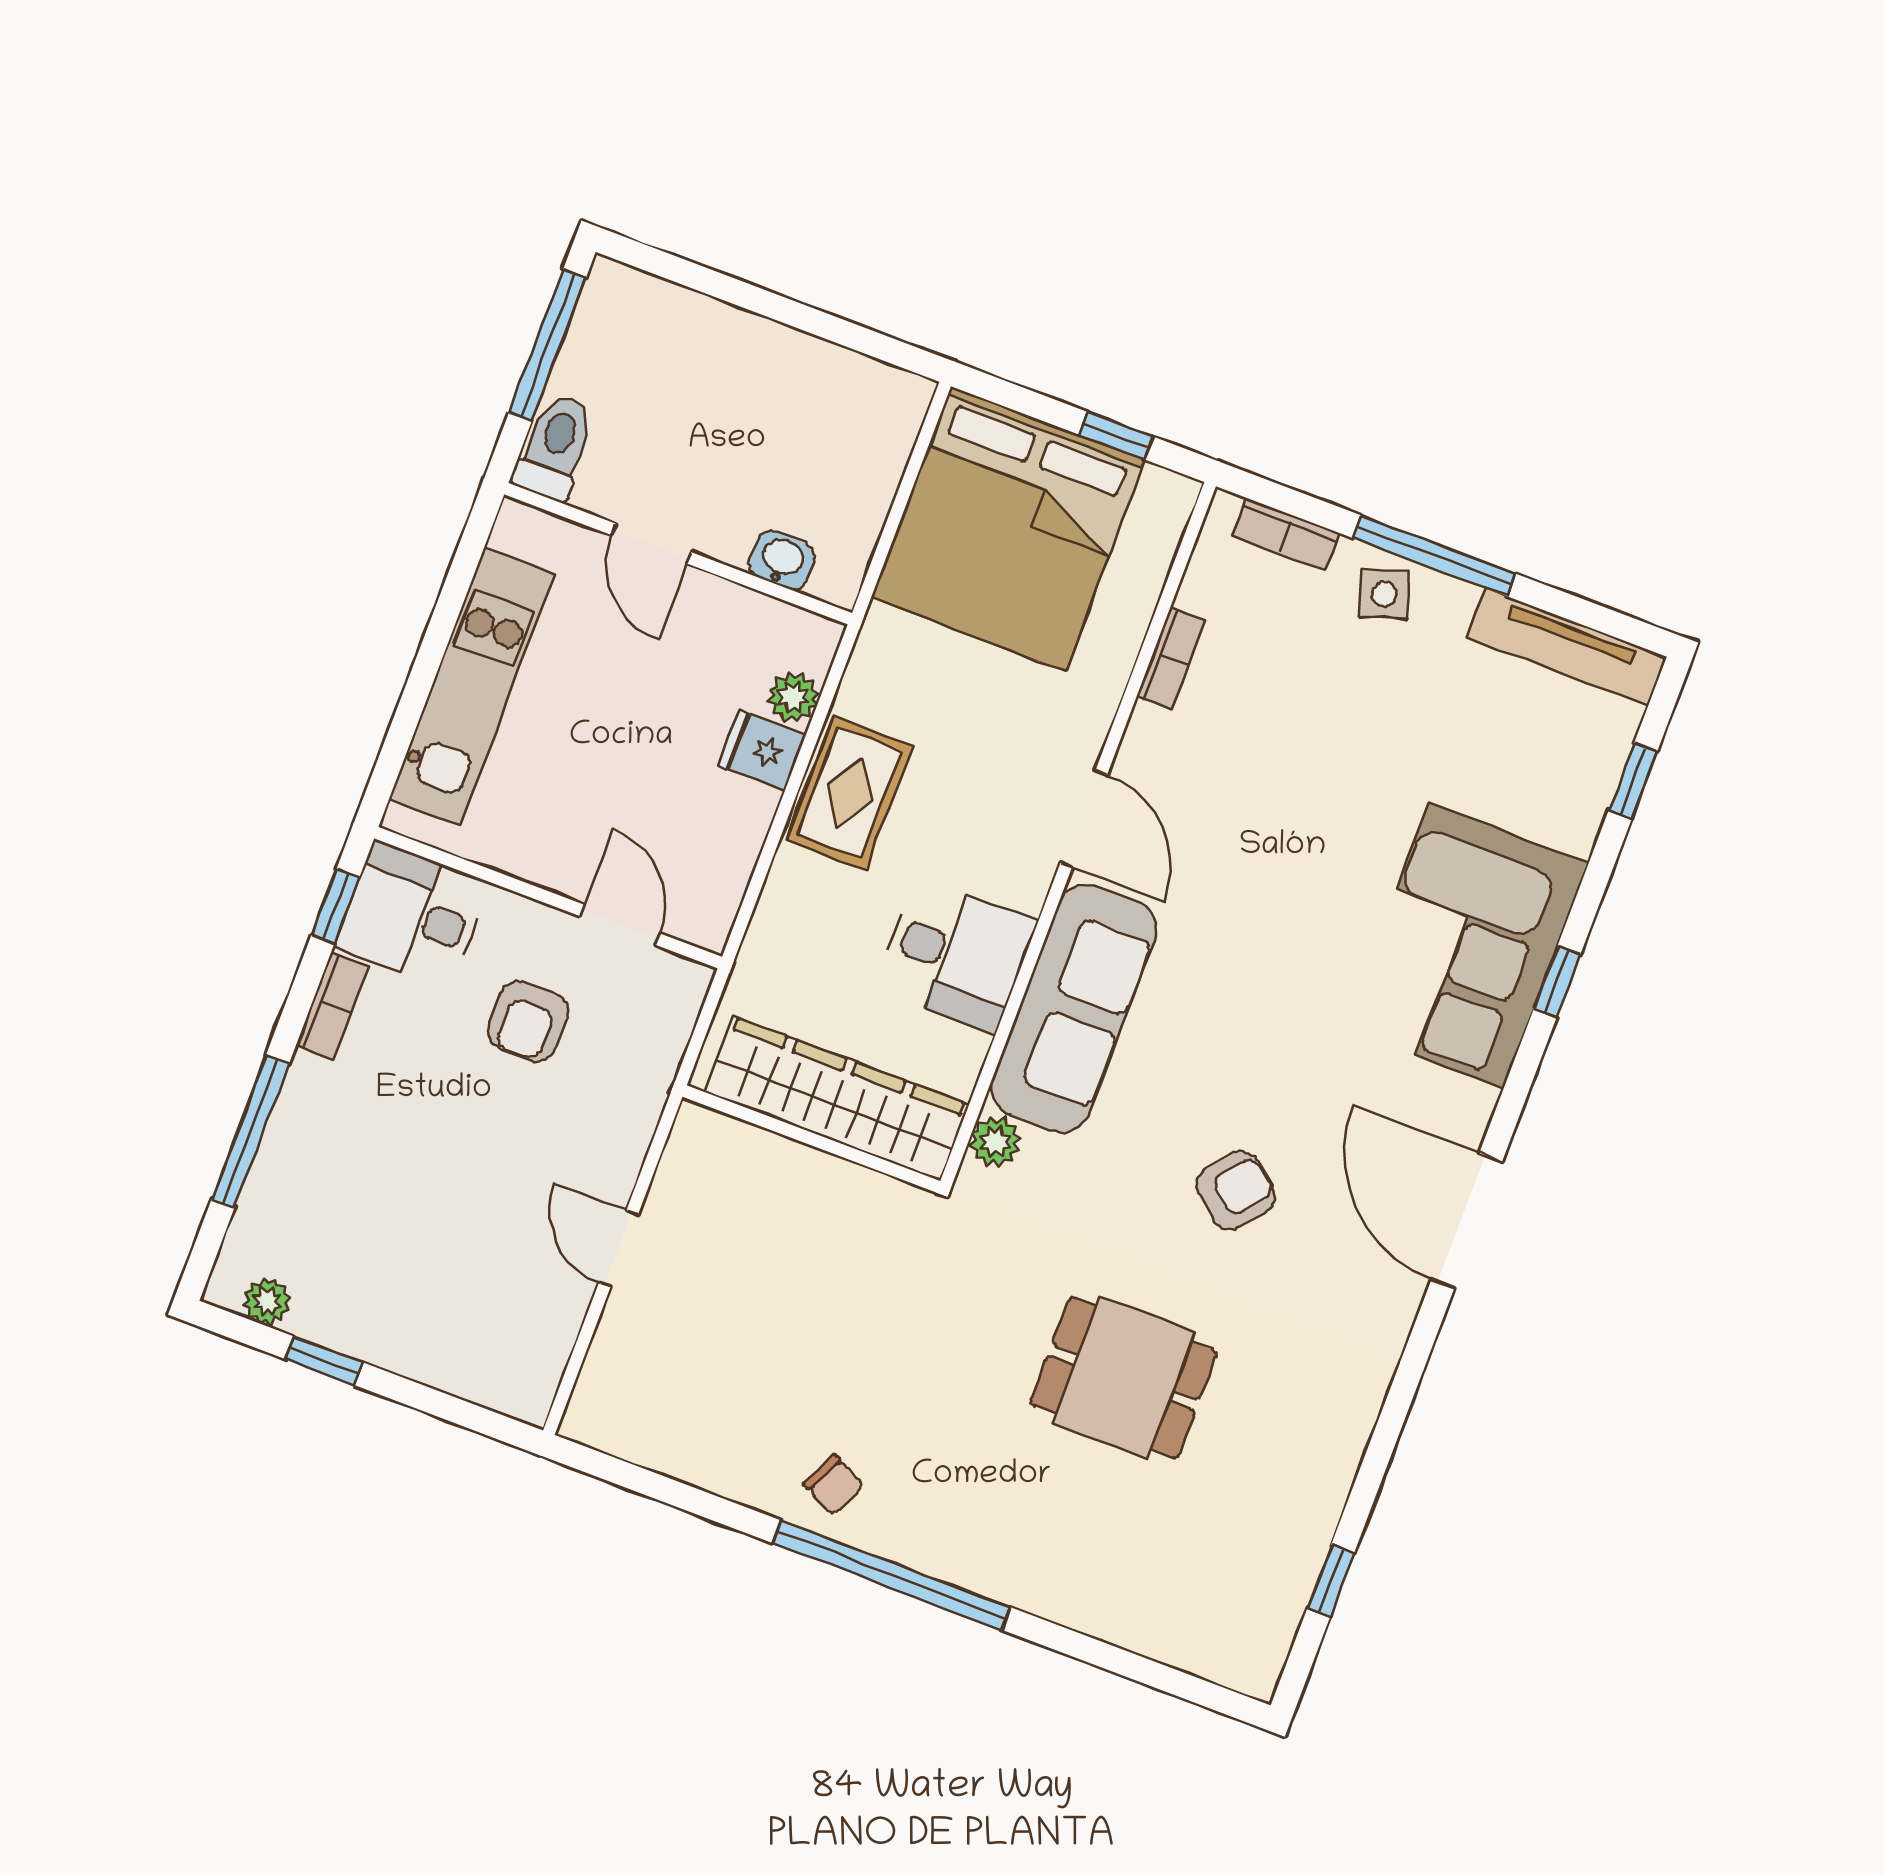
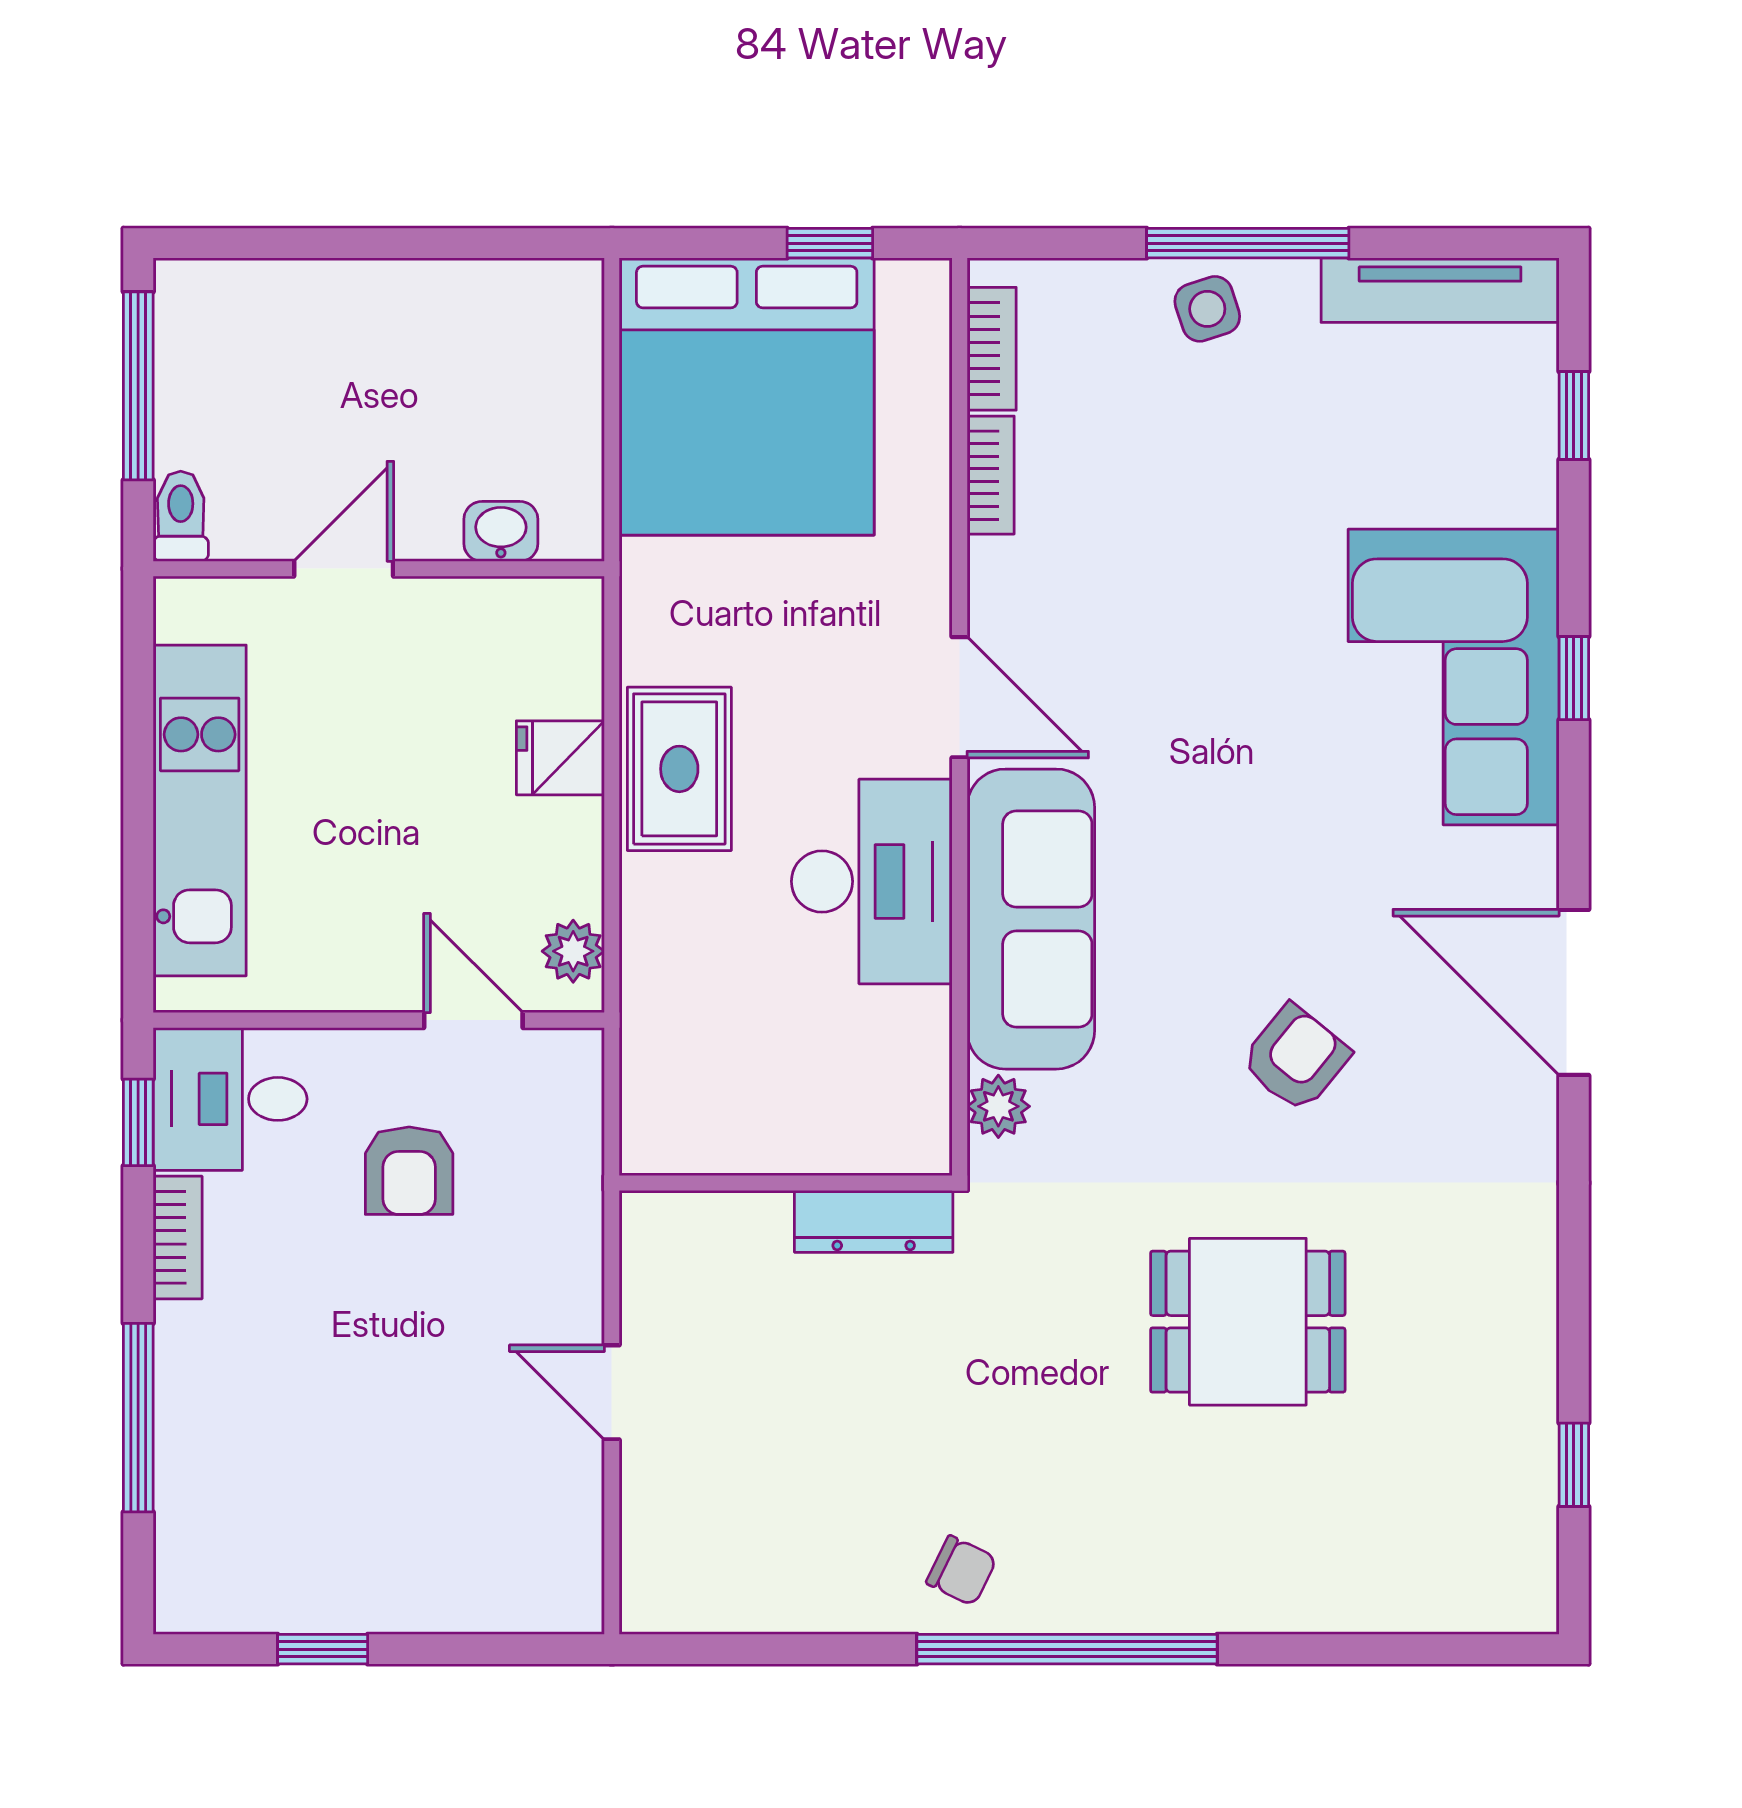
toilet: (555, 446) -> (181, 516), width x0.73, depth x0.72
bookcase: (1286, 534) -> (992, 349), moved, turned -90
door: (651, 544) -> (344, 569), swing flipped
plant: (793, 697) -> (573, 951), moved
desk: (956, 955) -> (872, 881), width x1.37
wardrobe: (837, 1098) -> (797, 1125), removed
dresser: (867, 1193) -> (874, 1221), added
plant: (267, 1301) -> (231, 1605), removed

